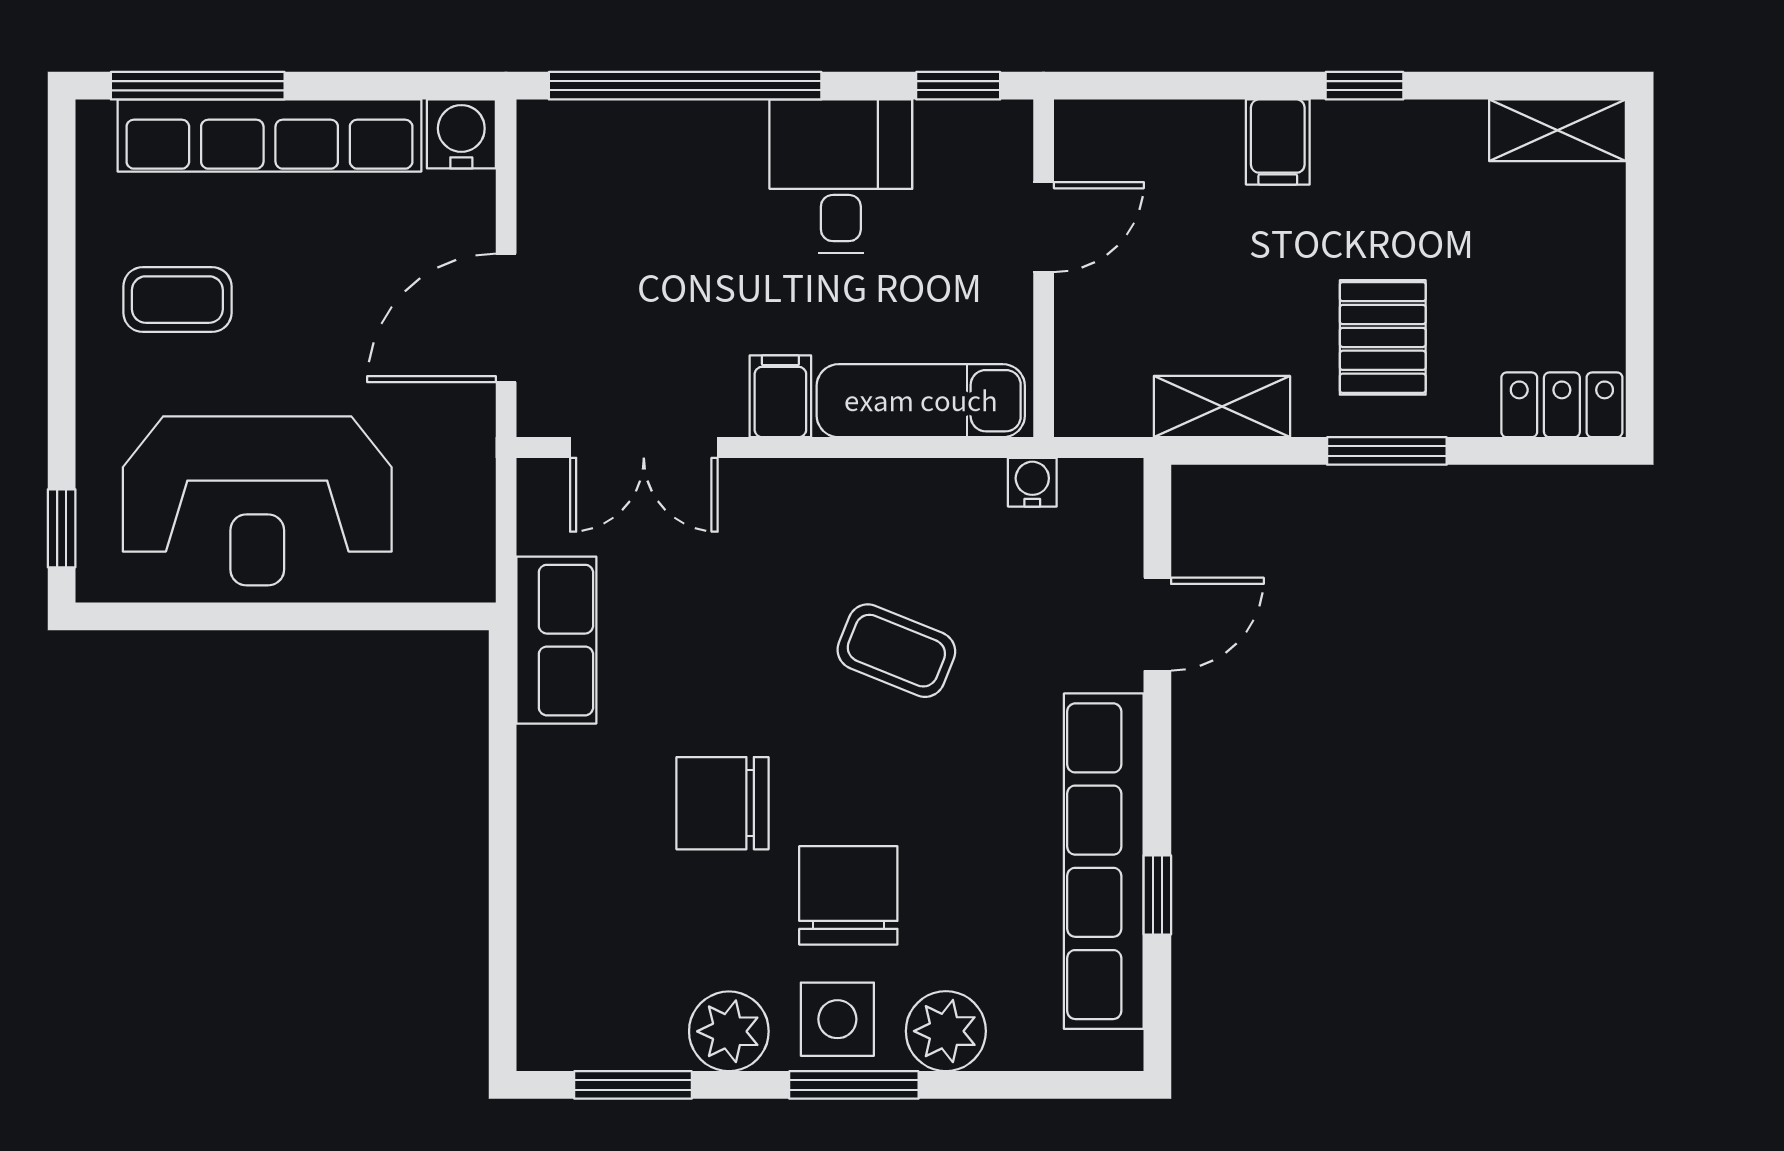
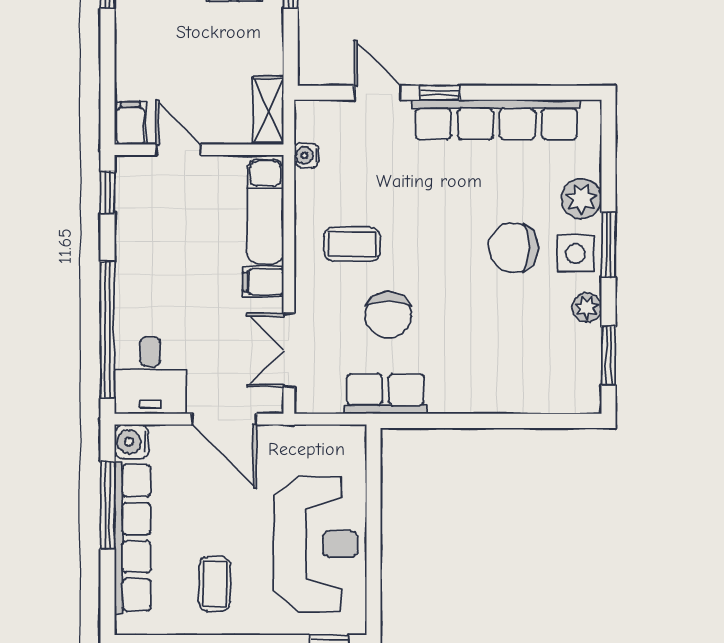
window: (198, 86) -> (108, 505), moved
filing cabinet: (1278, 142) -> (130, 123), moved, turned -90
desk: (841, 176) -> (150, 375), moved, turned -90
shelving: (1222, 407) -> (268, 110), moved
double door: (644, 447) -> (289, 350), swing flipped
coffee table: (896, 651) -> (352, 244), moved, turned 68
chair: (723, 803) -> (388, 315), moved
window: (1157, 895) -> (440, 93), moved
plant: (729, 1031) -> (587, 307), width x0.73, depth x0.73

